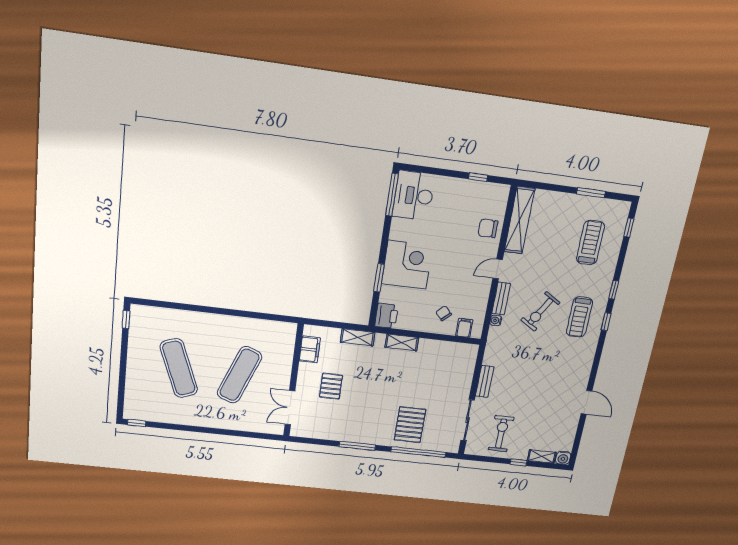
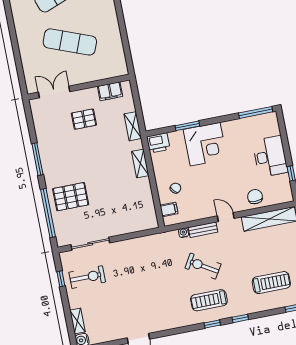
desk: (414, 196) -> (270, 156), moved, turned 90
bench: (485, 381) -> (129, 244), removed
window: (518, 462) -> (61, 279), moved

